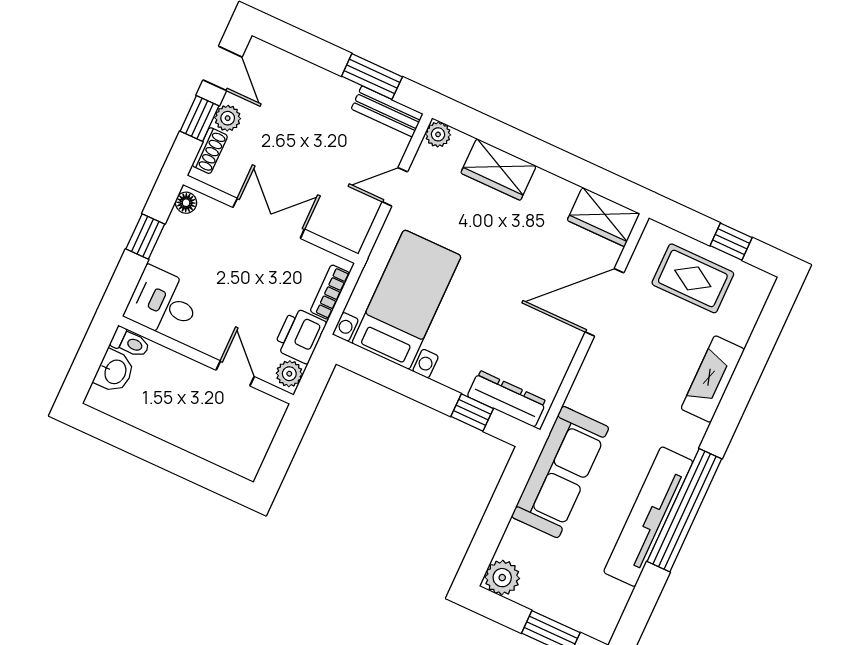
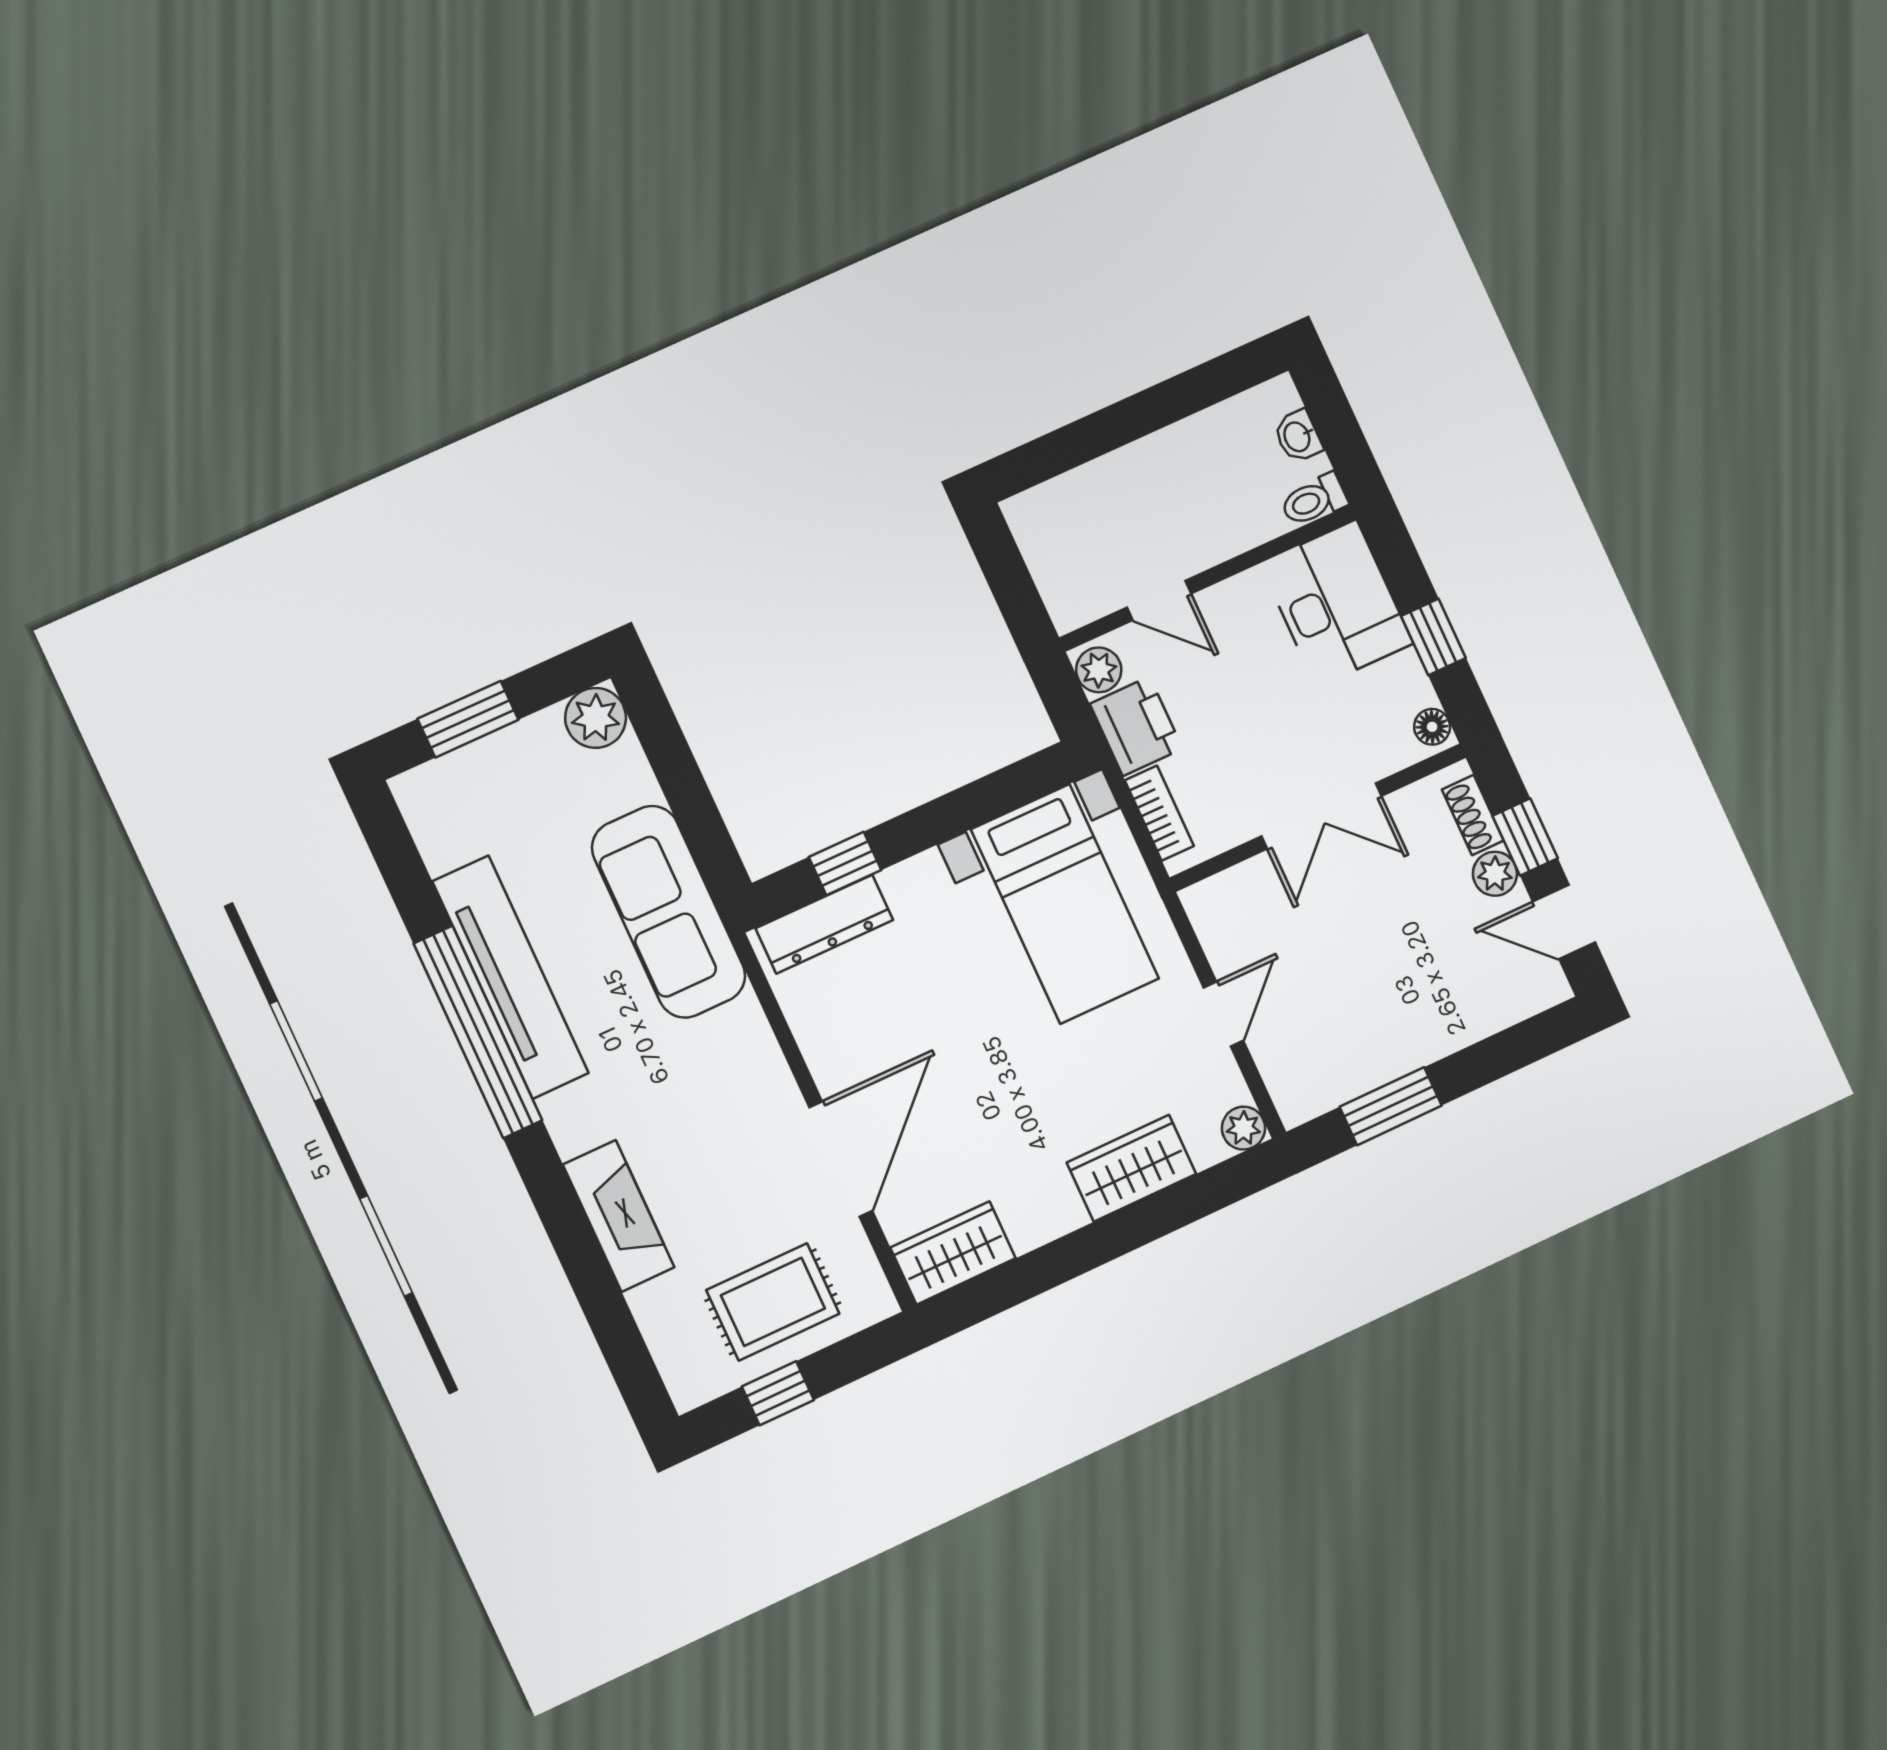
bench: (387, 111) -> (1329, 1087), removed
desk: (163, 303) -> (1336, 604), width x1.37
washbasin: (115, 371) -> (1298, 436), width x0.72, depth x0.69

